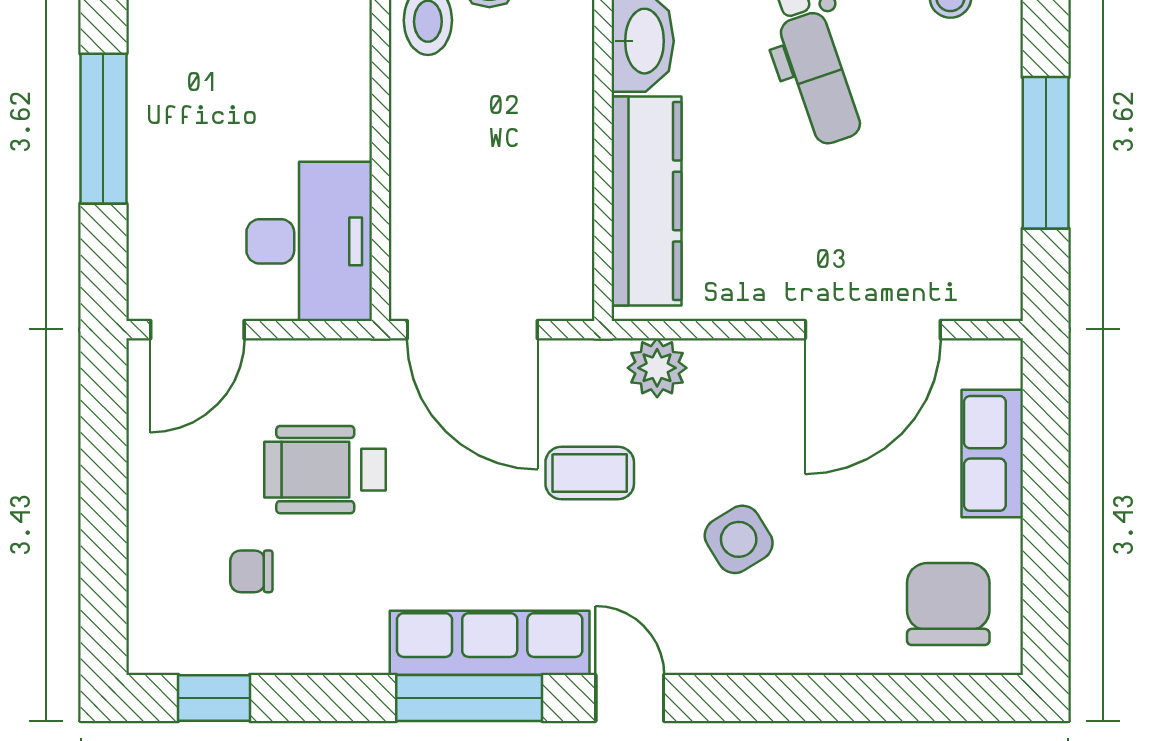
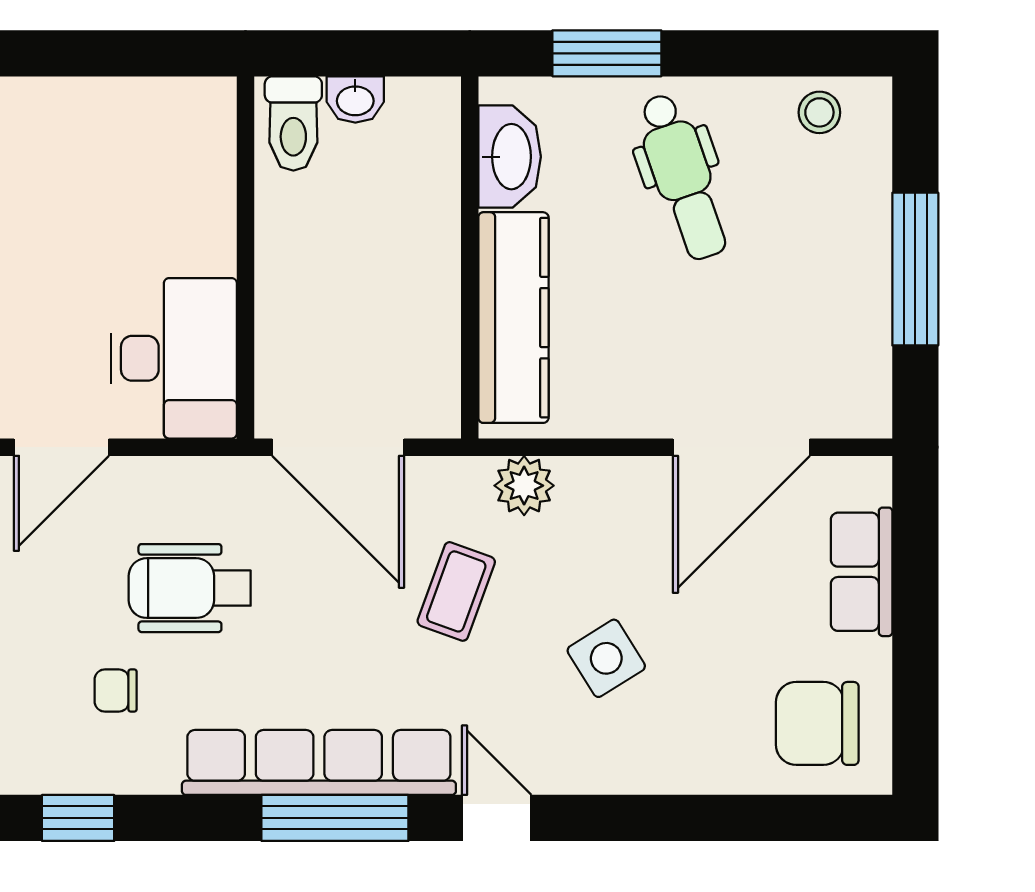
coffee table: (590, 473) -> (456, 591), turned -70
chair: (948, 604) -> (817, 723), turned -90
row of seats: (490, 643) -> (319, 762), width x1.36

